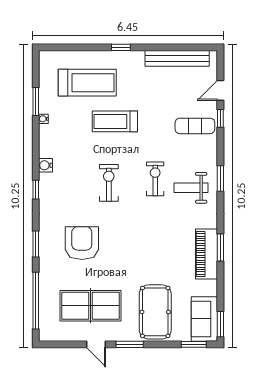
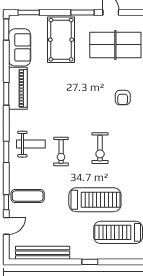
treadmill: (115, 121) -> (95, 200), width x1.37, depth x1.38
armchair: (82, 243) -> (123, 98), width x0.53, depth x0.53
sofa: (204, 319) -> (20, 47), moved

